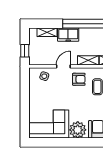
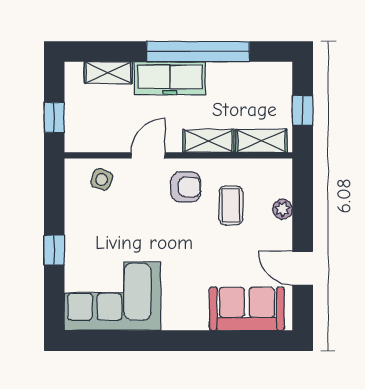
freezer: (68, 35) -> (170, 78), width x1.40
window: (25, 105) -> (54, 250), added
plant: (78, 130) -> (183, 310), removed

